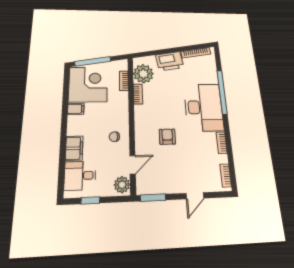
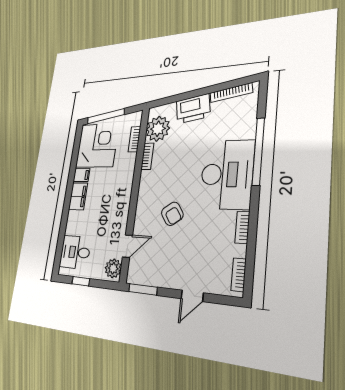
chair: (114, 137) -> (114, 210), removed
armchair: (167, 137) -> (172, 214), turned 145
filing cabinet: (74, 148) -> (78, 196), moved

